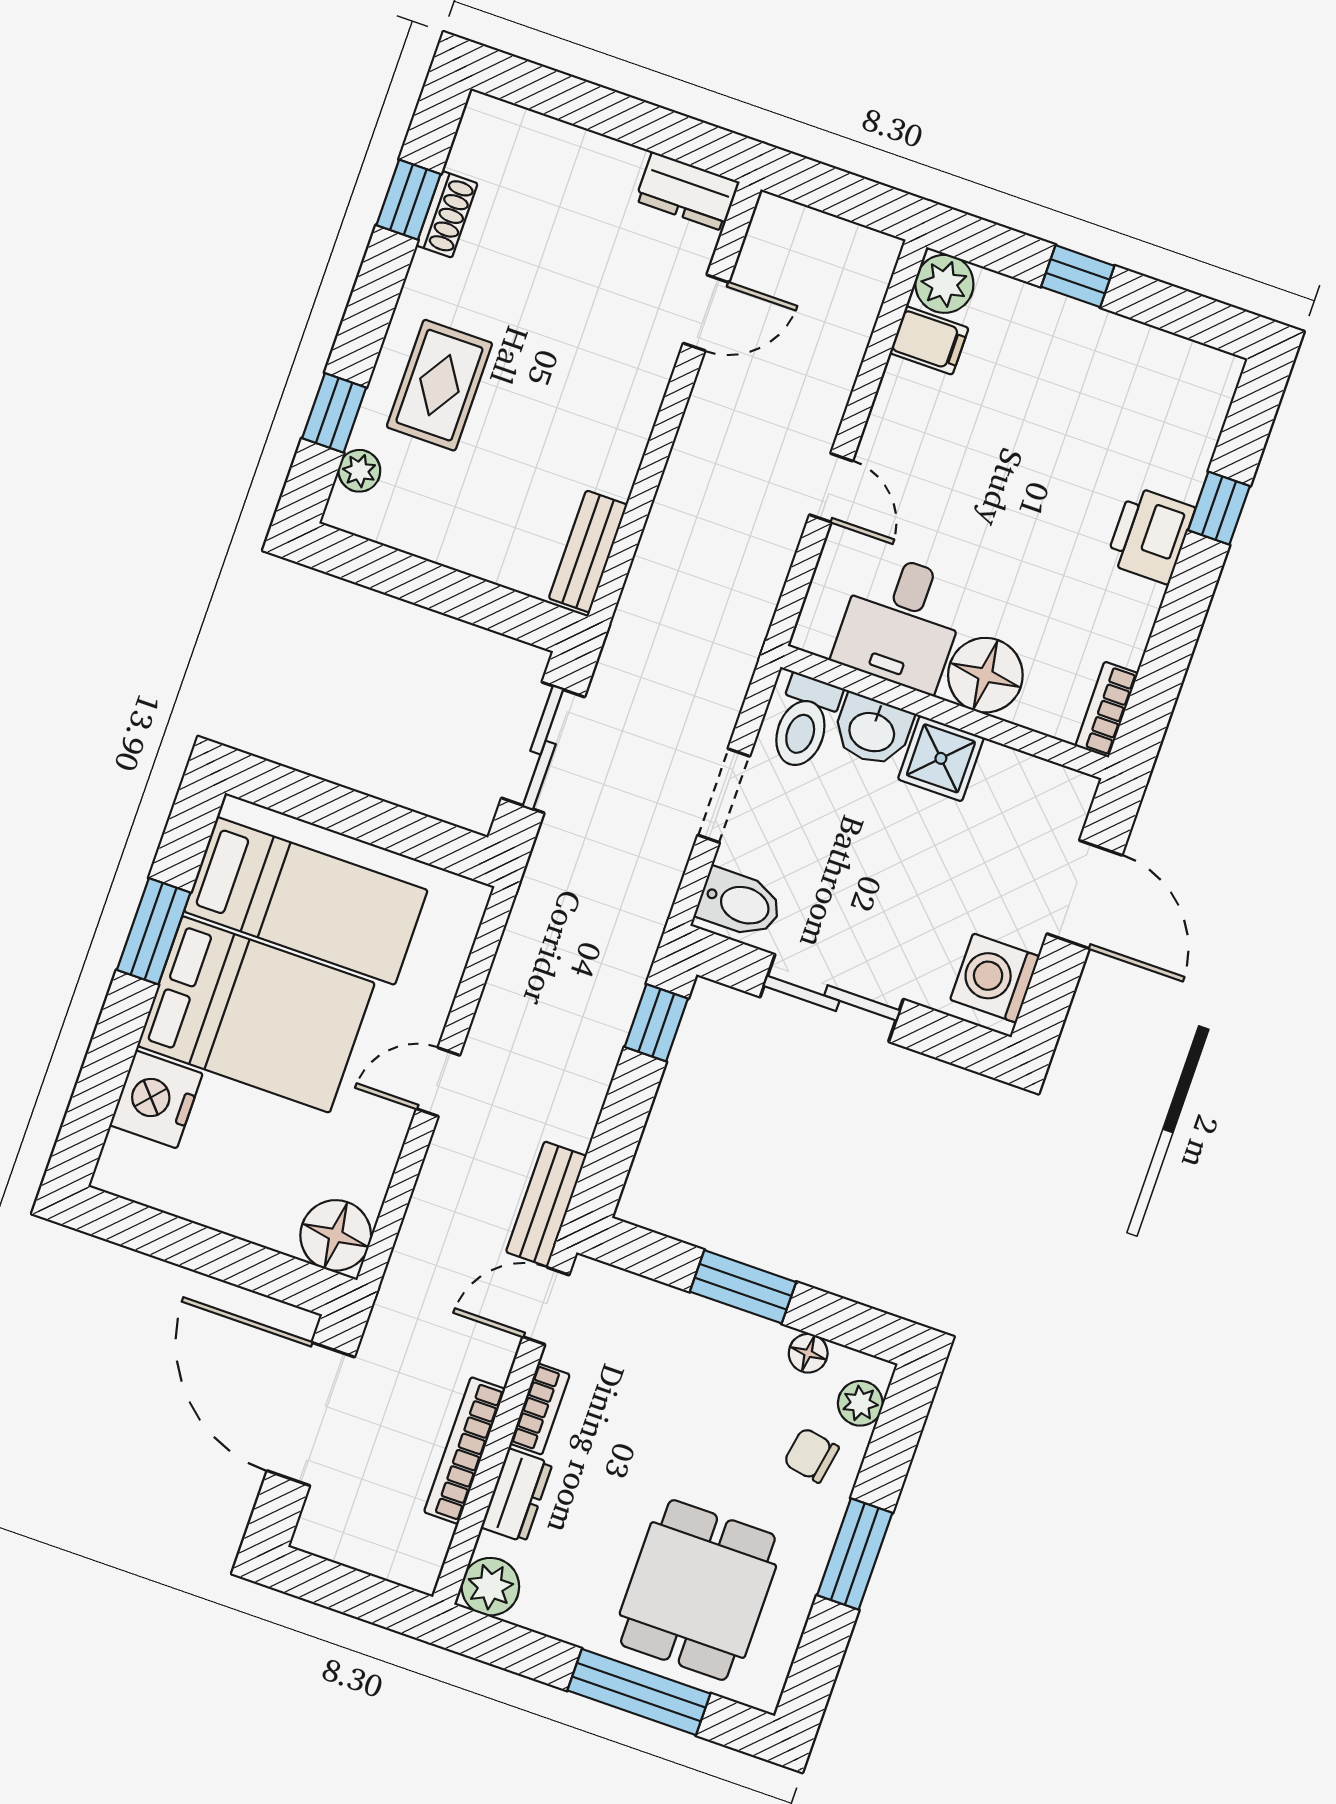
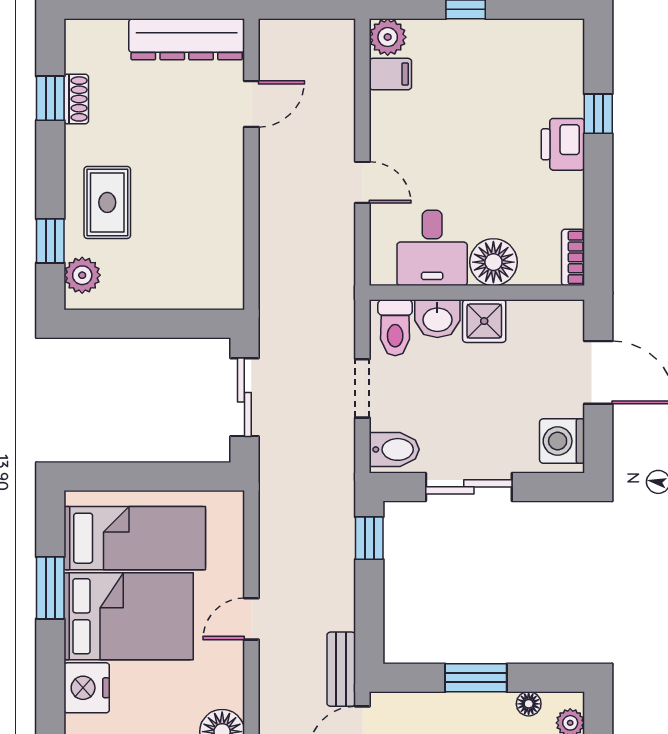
dresser: (687, 191) -> (187, 39), width x1.96, depth x1.24
plant: (359, 471) -> (82, 275), width x1.38, depth x1.38
bench: (588, 552) -> (231, 271), removed

